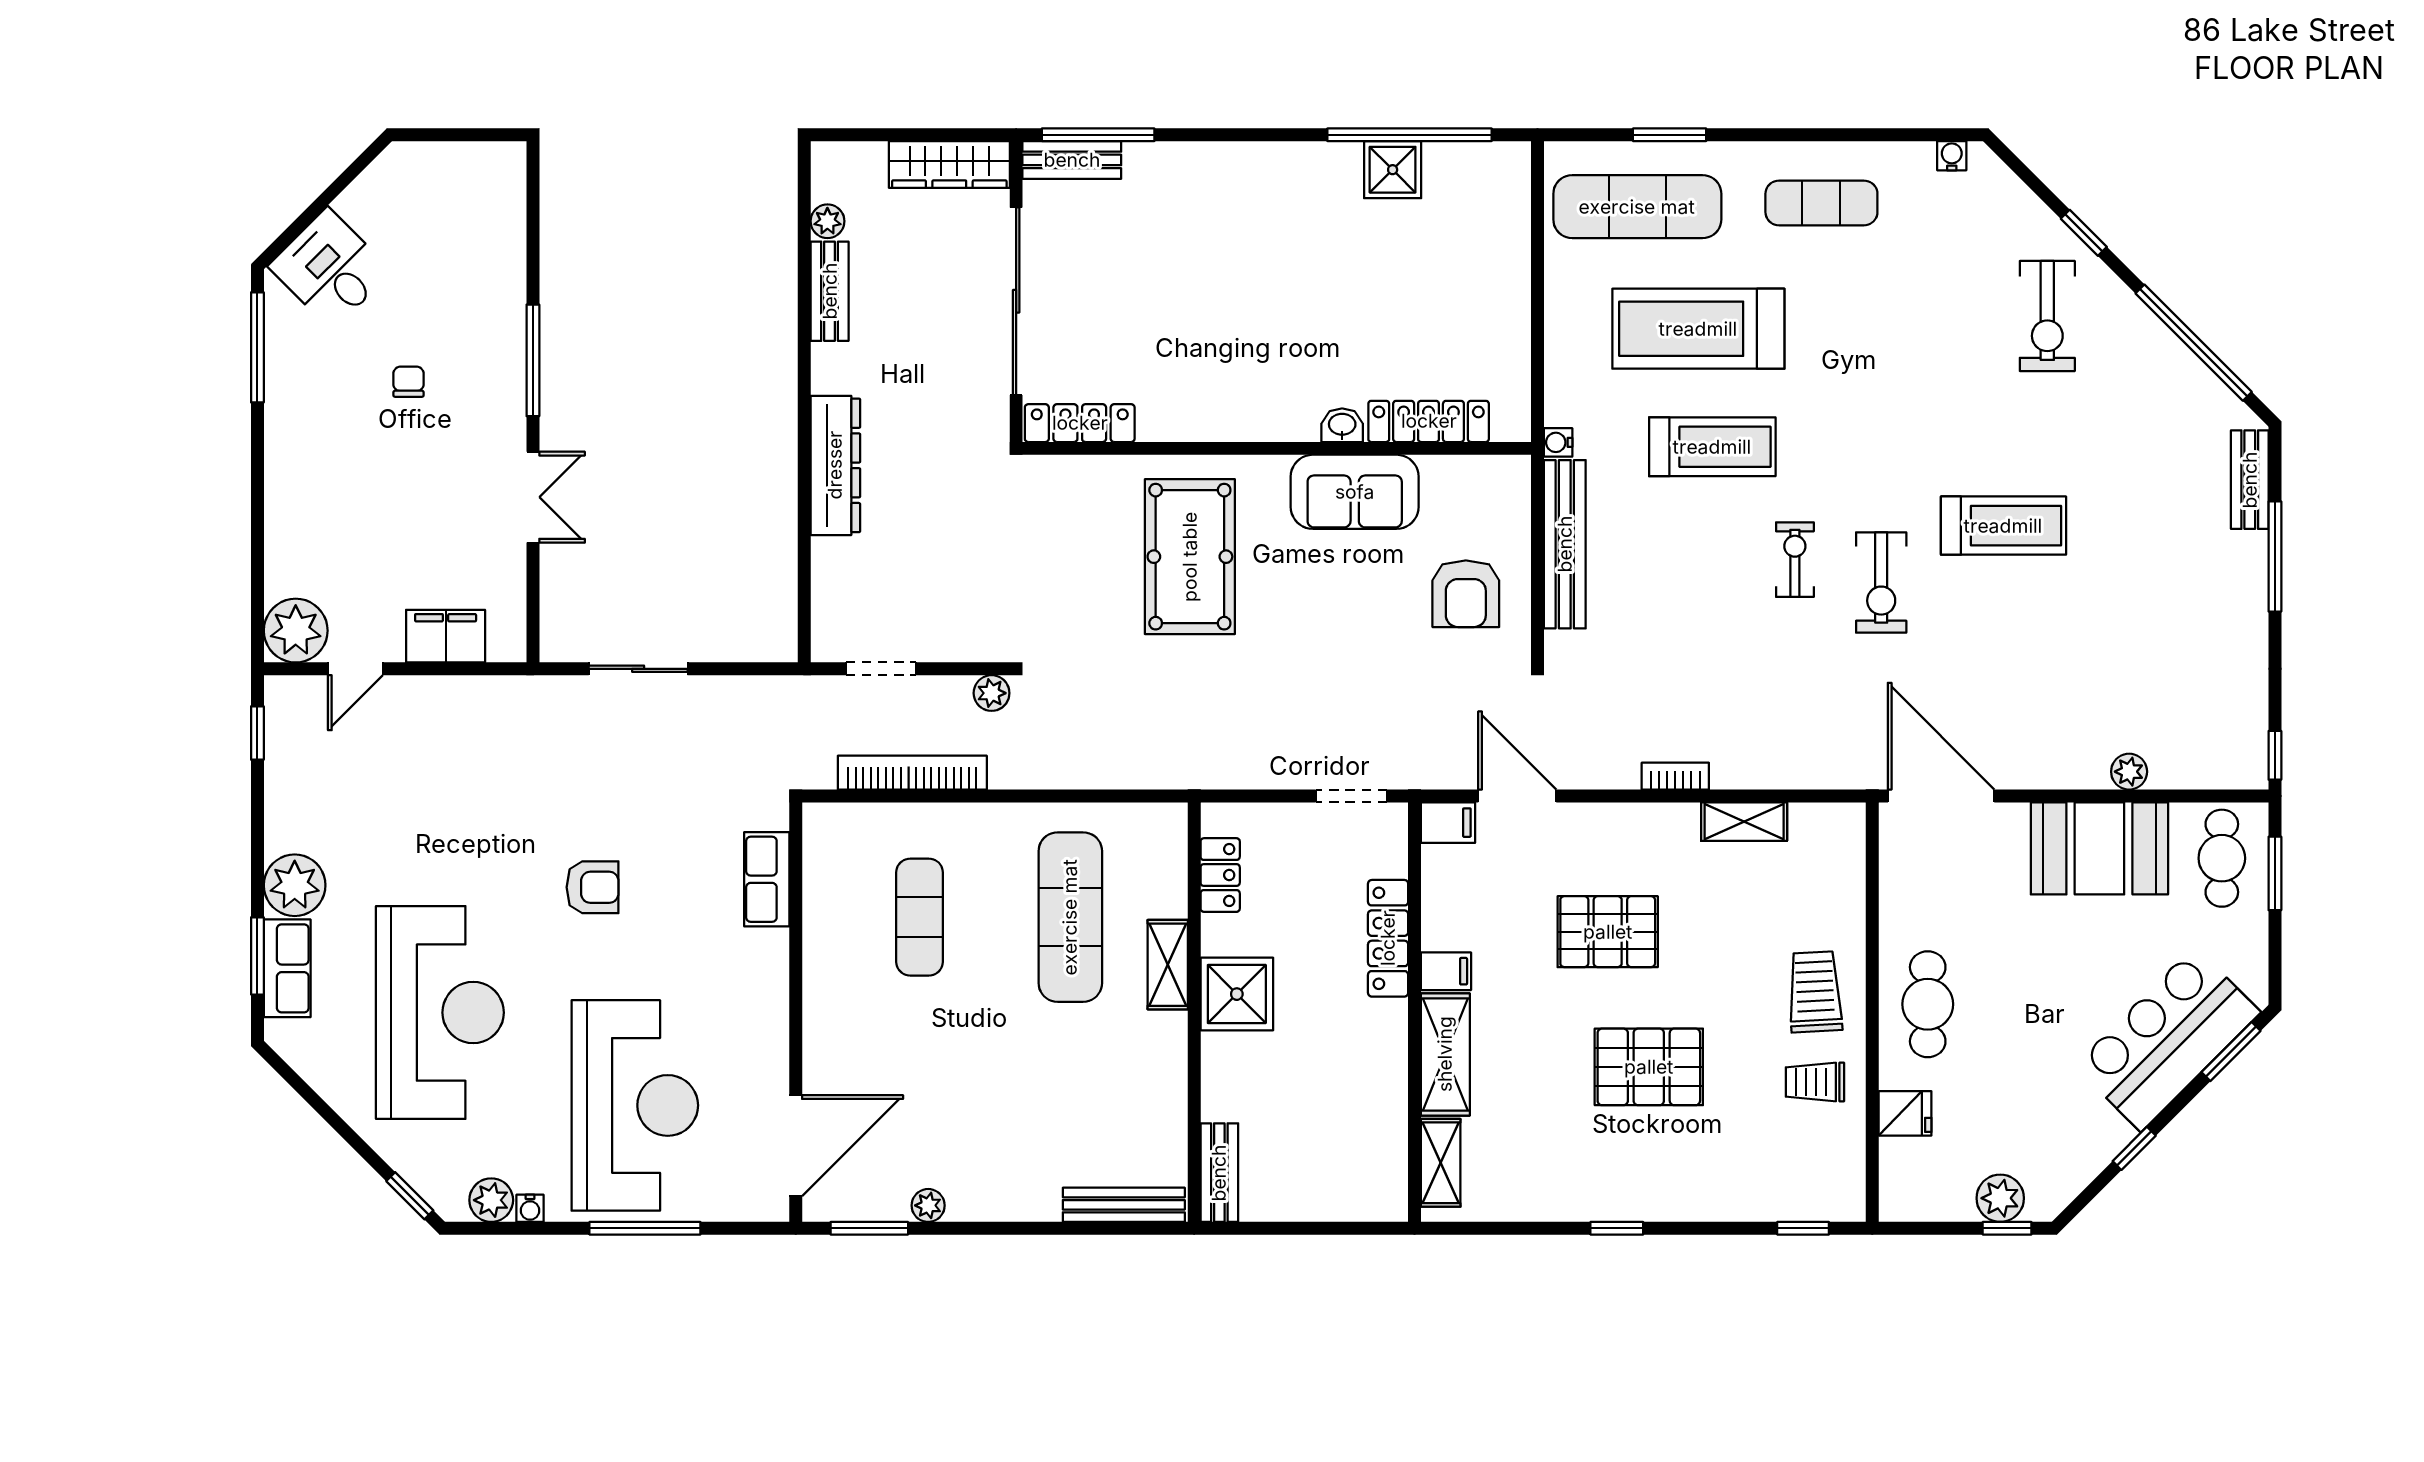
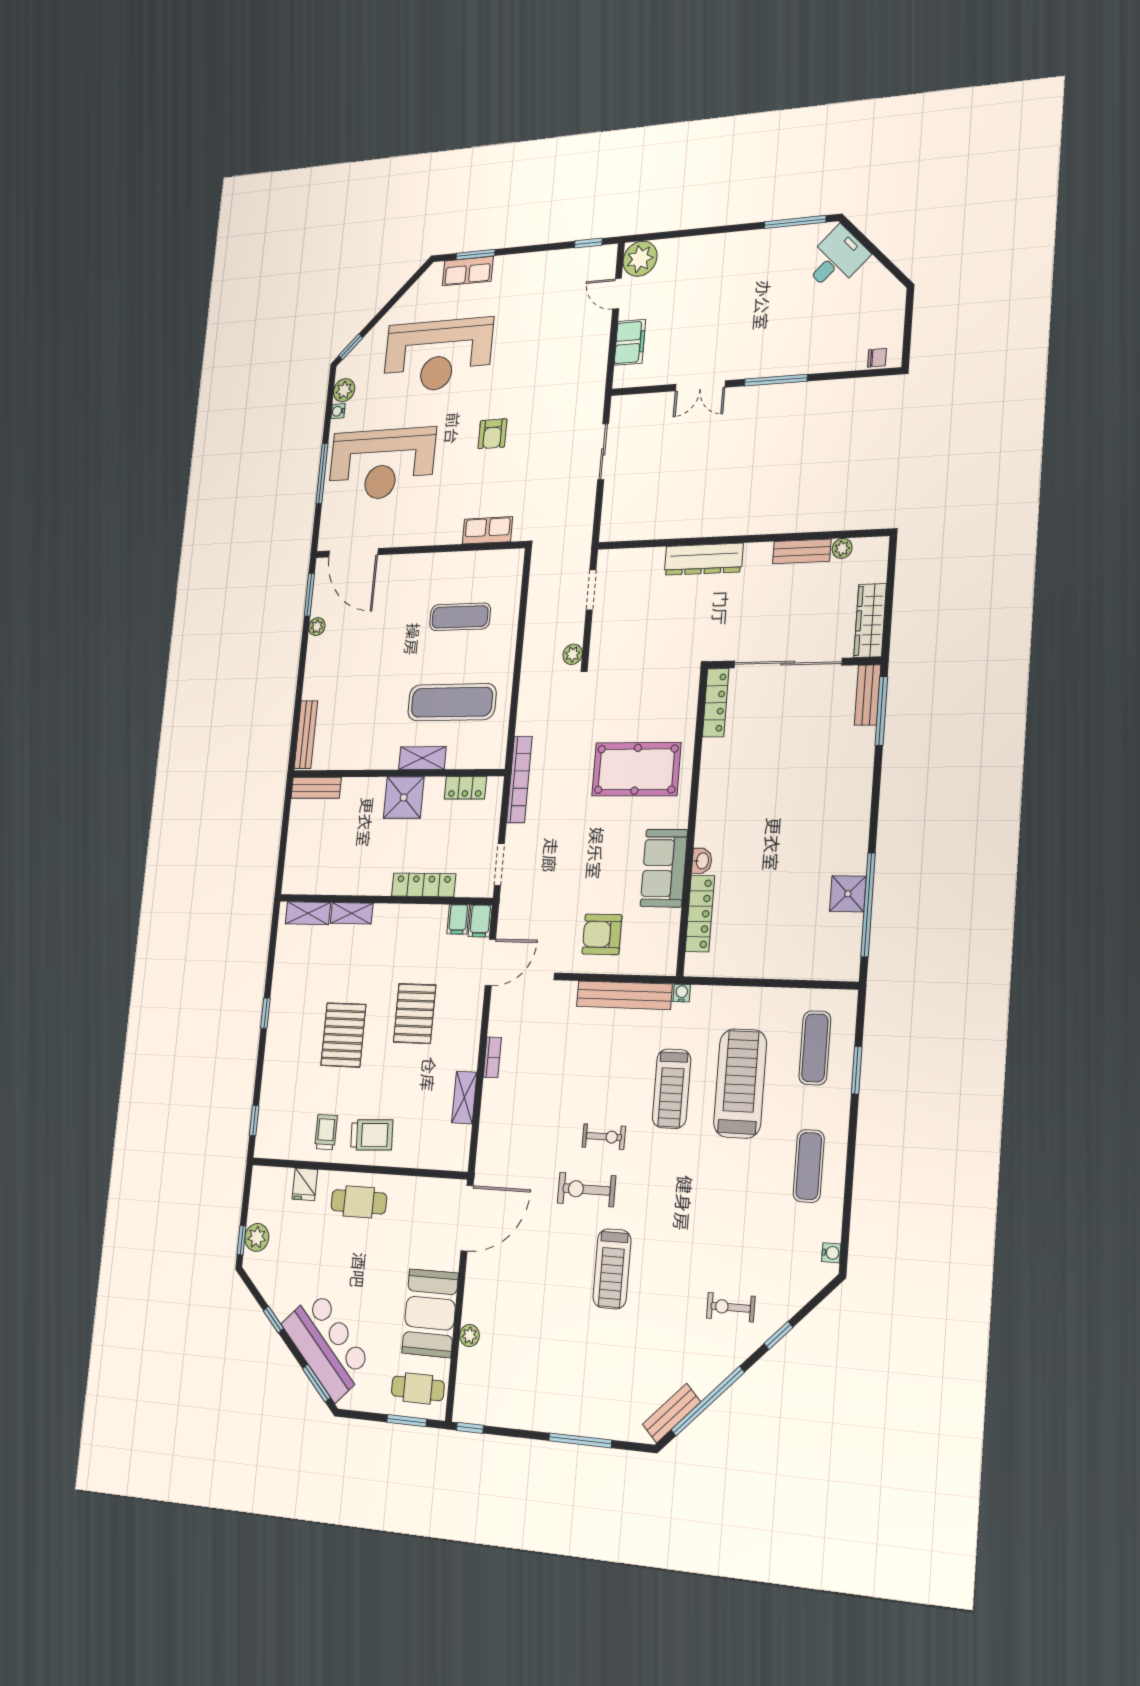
exercise mat: (1637, 207) -> (815, 1048), width x0.73, depth x0.69
exercise bike: (2047, 316) -> (731, 1307), width x0.73, depth x0.72
chair: (409, 382) -> (877, 358), moved
bench: (2250, 480) -> (672, 1413), moved, turned -45
bookcase: (912, 773) -> (519, 779), moved
plant: (295, 885) -> (509, 271), removed
filing cabinet: (1446, 971) -> (458, 919), moved
shelving: (1445, 1054) -> (352, 913), width x0.67, depth x0.75

